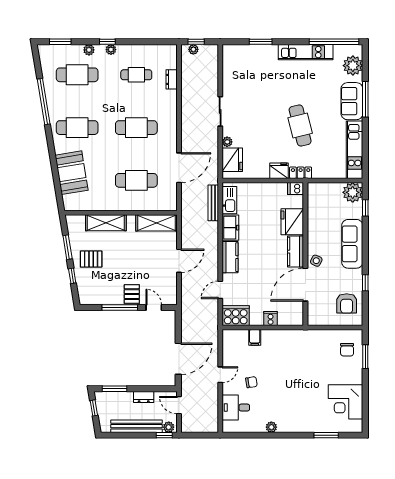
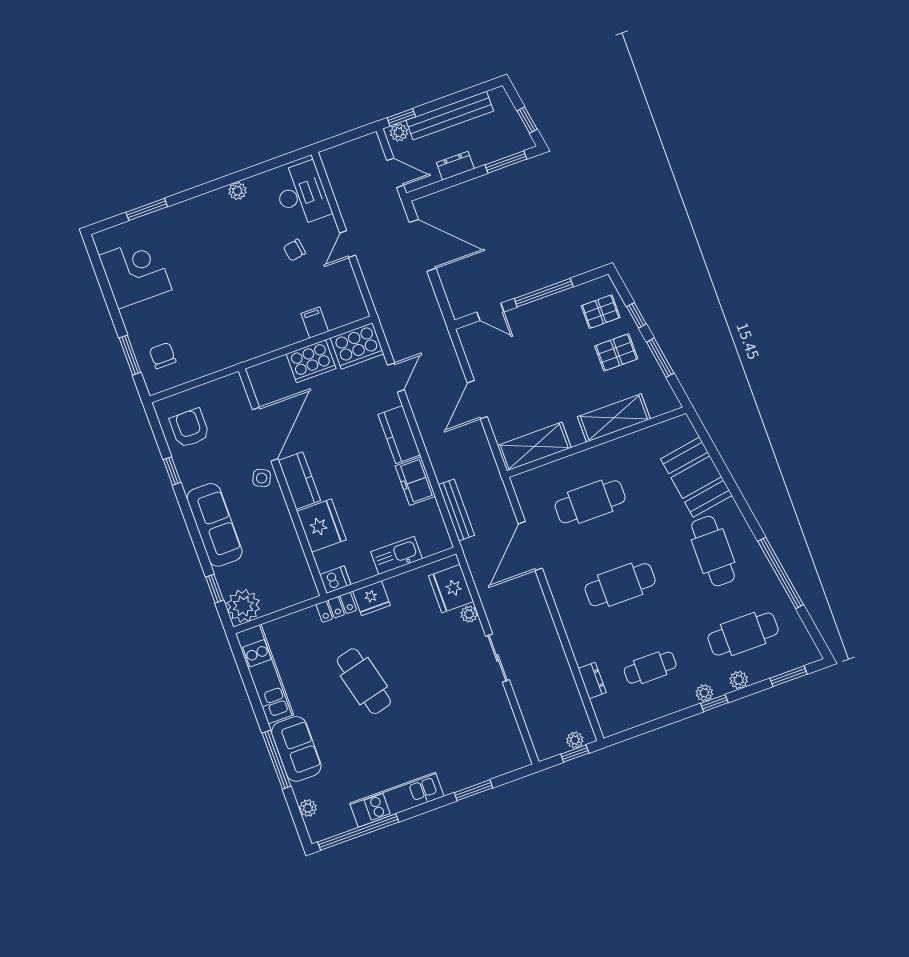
plant: (353, 66) -> (308, 808), width x0.53, depth x0.53
cafe table: (77, 128) -> (713, 551), turned 90
kitchen sink: (229, 200) -> (397, 555), moved, turned 90
pallet: (132, 294) -> (601, 312), moved, turned 90
cooker: (271, 318) -> (311, 361), width x1.87, depth x1.31
door: (178, 359) -> (423, 245), swing flipped
desk: (236, 408) -> (302, 194), width x1.37

